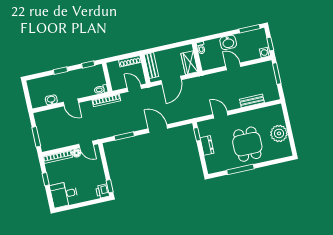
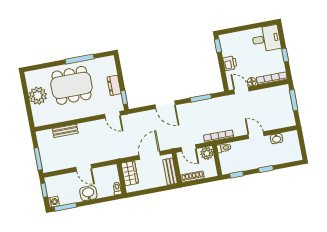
washing machine: (265, 52) -> (54, 202), moved
plant: (117, 84) -> (207, 153), added
door: (220, 115) -> (112, 115), moved
dining table: (247, 144) -> (71, 85), width x1.38
printer: (103, 191) -> (230, 63), moved

